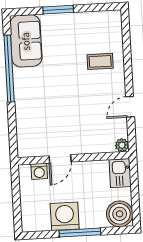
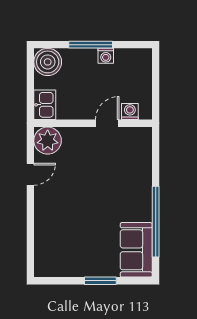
coffee table: (100, 61) -> (59, 224), removed
plant: (122, 145) -> (48, 141), width x1.87, depth x1.87
washing machine: (65, 216) -> (106, 56), width x0.53, depth x0.53

